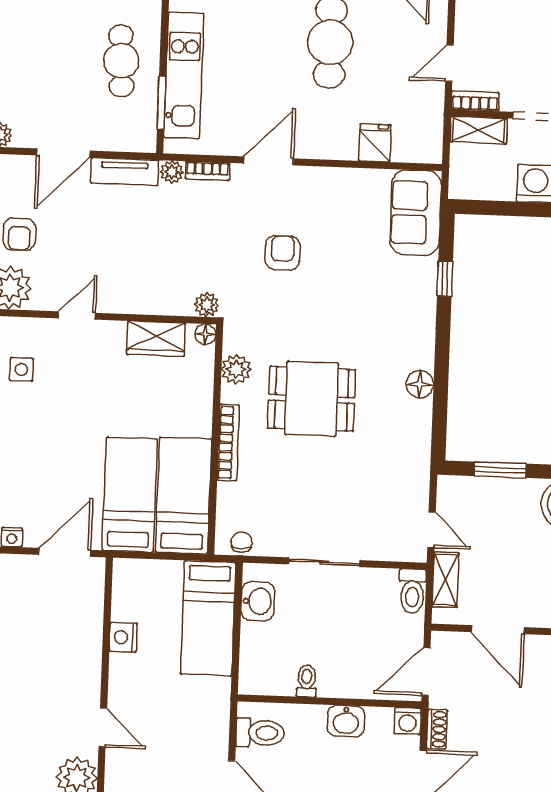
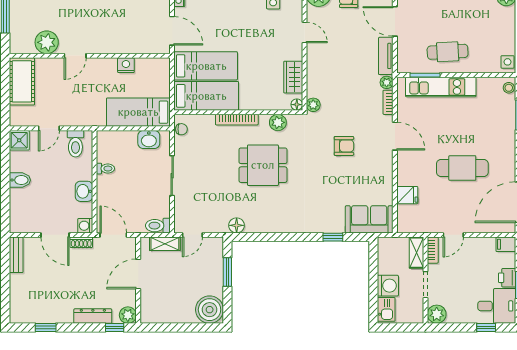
door: (449, 63) -> (453, 235), swing flipped
floor lamp: (420, 384) -> (237, 225), moved
dining table: (312, 399) -> (263, 165), turned 90

